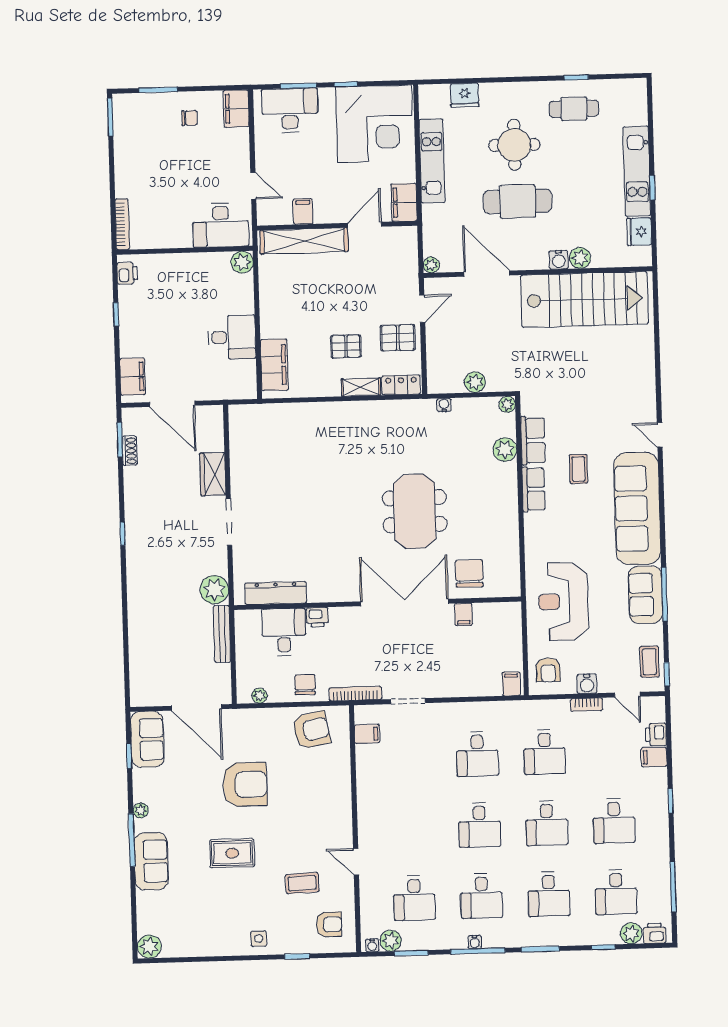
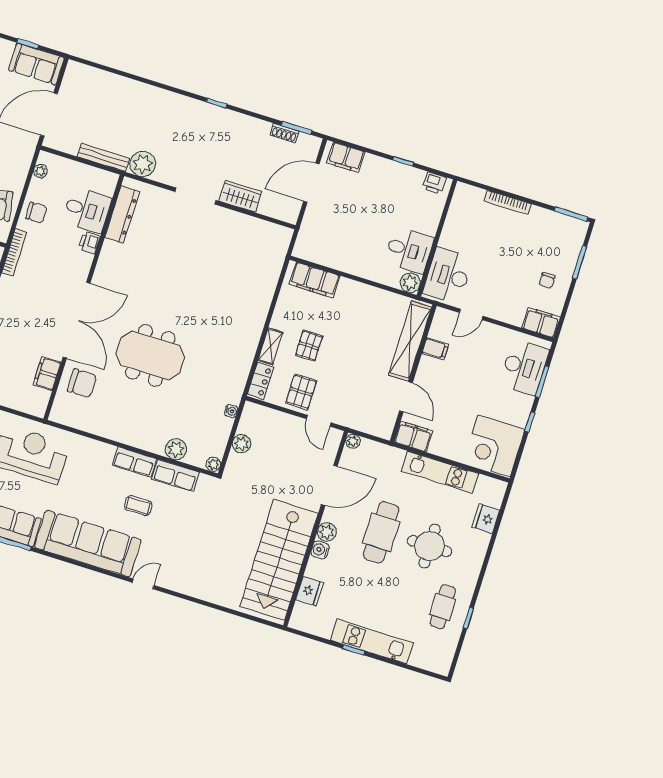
corner desk: (375, 124) -> (494, 446), width x0.74, depth x0.74
bookcase: (122, 224) -> (508, 203), moved
fridge: (639, 232) -> (310, 591), moved, turned 90
plant: (580, 258) -> (327, 532), moved
desk: (232, 337) -> (409, 250), moved, turned -90
filing cabinet: (463, 614) -> (47, 374), width x2.00

